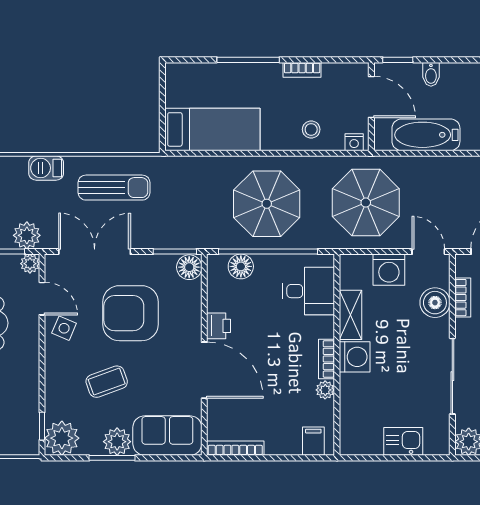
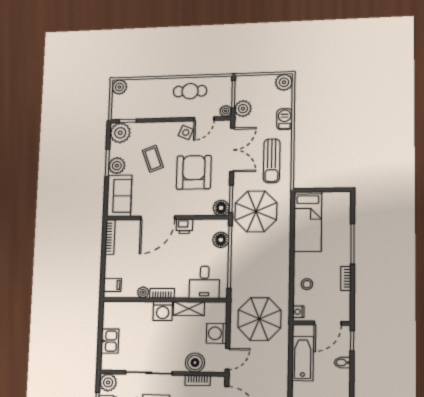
parasol: (267, 204) -> (256, 211), moved

